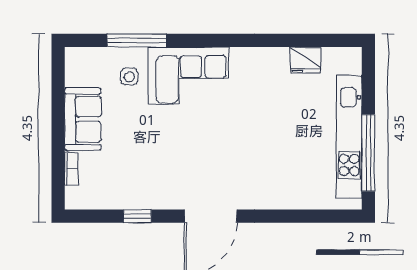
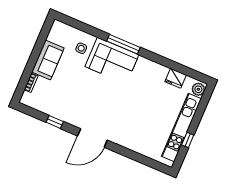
window: (137, 40) -> (123, 44), moved
plant: (350, 62) -> (198, 89), added
window: (368, 153) -> (188, 140), width x0.32

